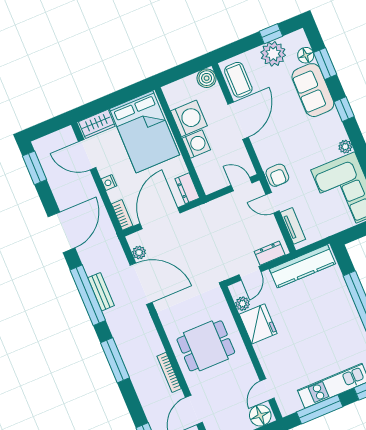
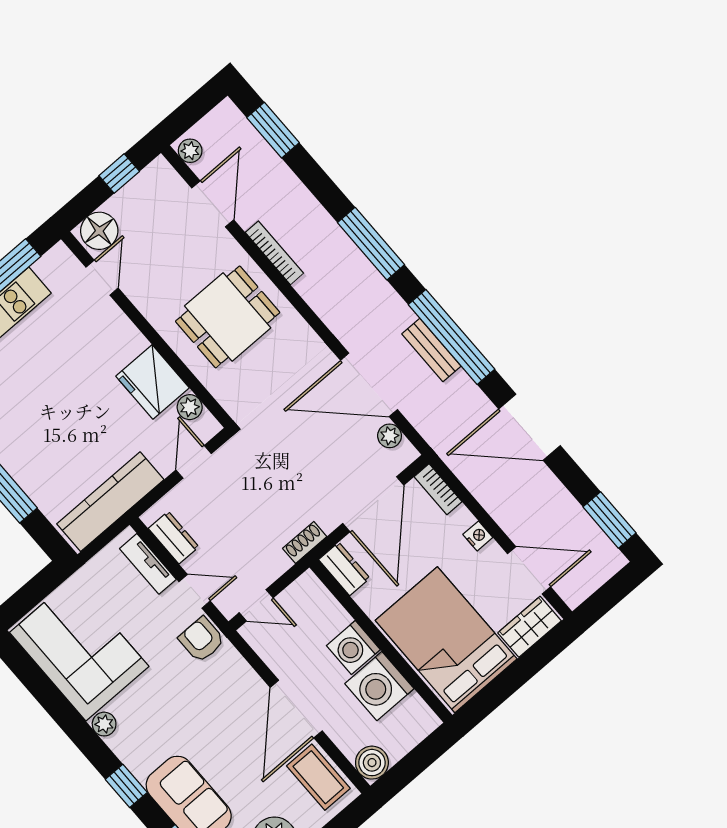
shoe rack: (204, 210) -> (305, 542), added
door: (61, 232) -> (529, 427), hinge flipped
dresser: (270, 253) -> (174, 538), moved, turned -90

